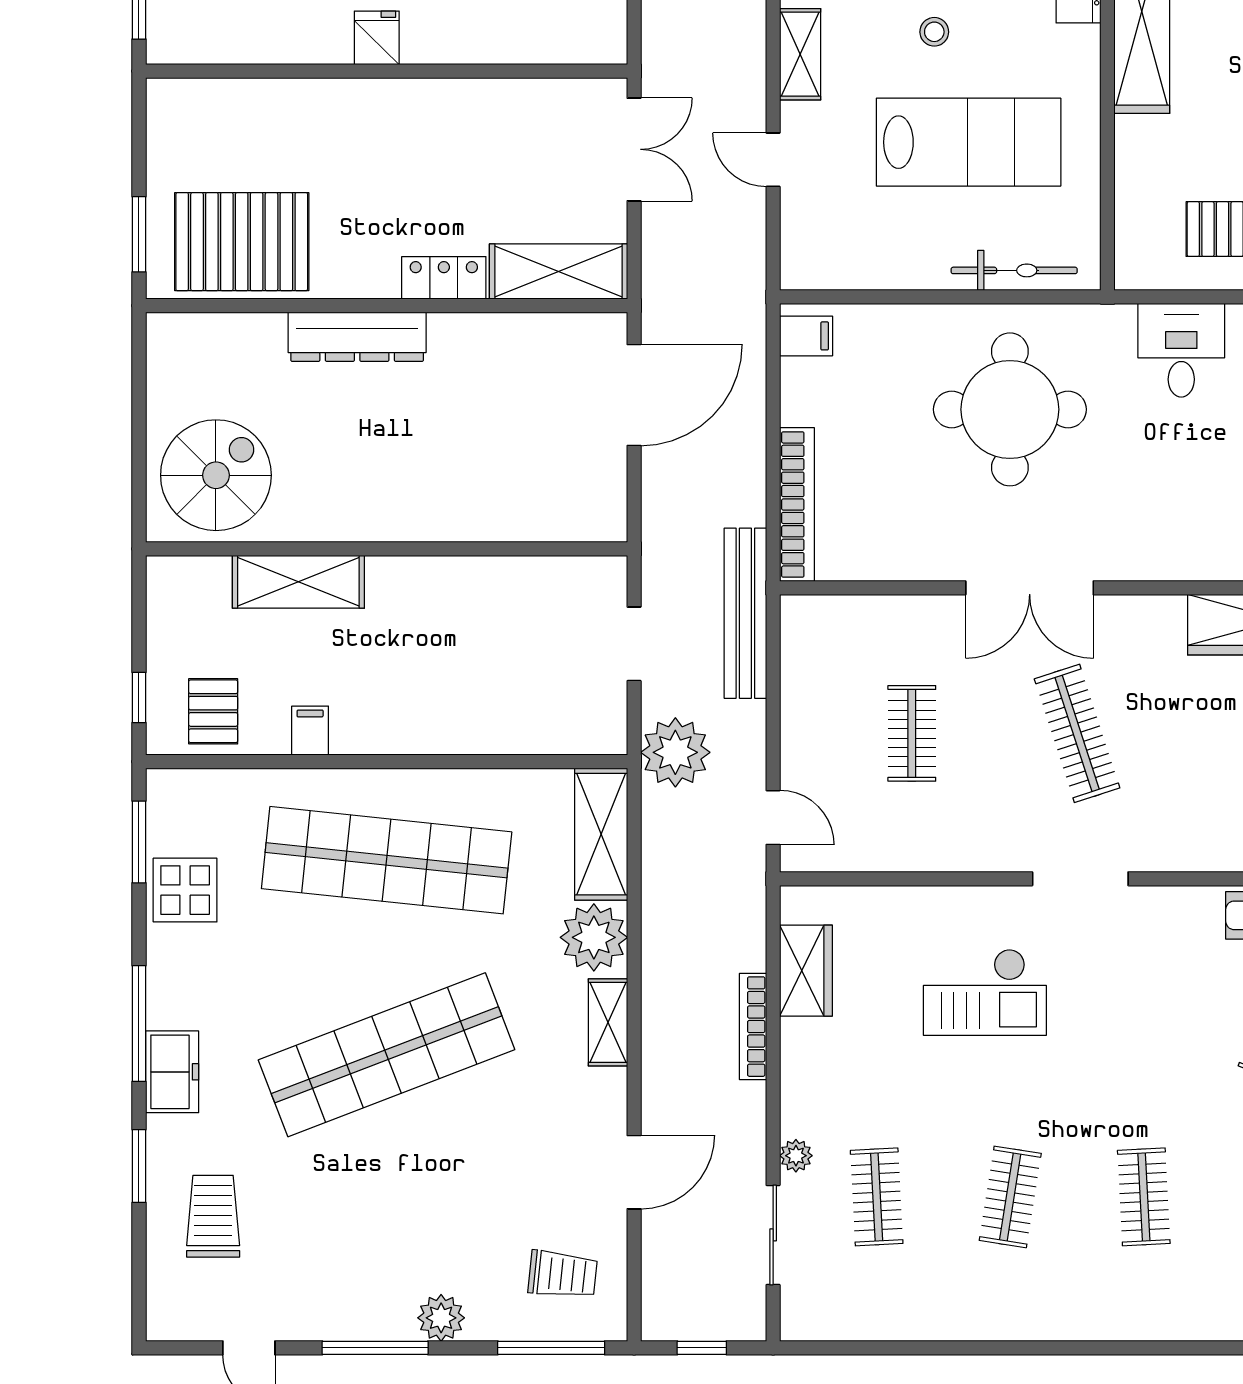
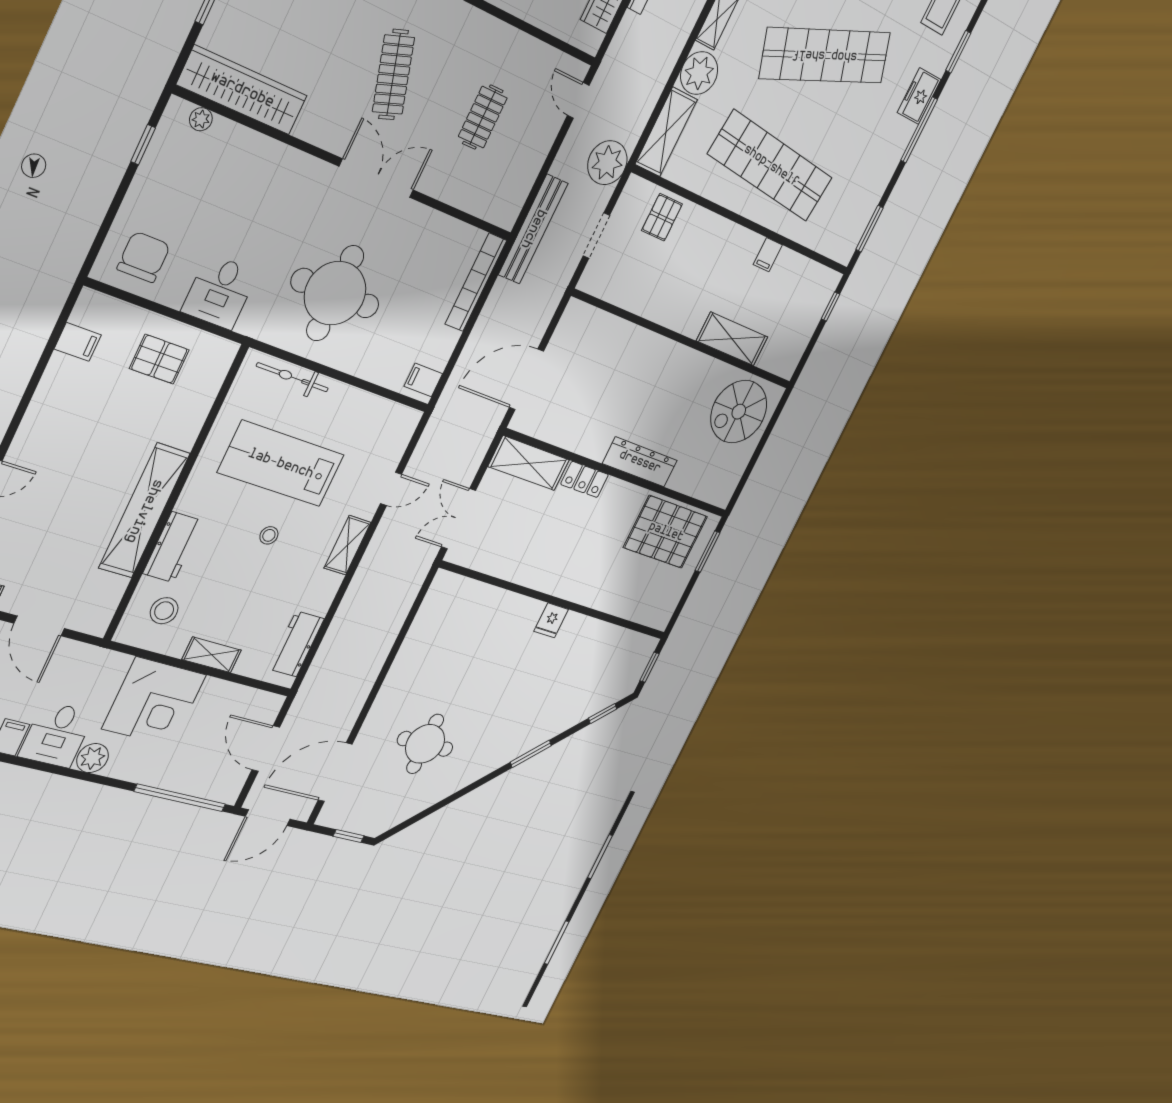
door: (773, 160) -> (391, 489), hinge flipped
pallet: (213, 711) -> (662, 217), moved
display table: (185, 890) -> (864, 193), removed

